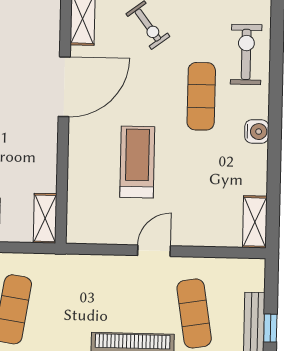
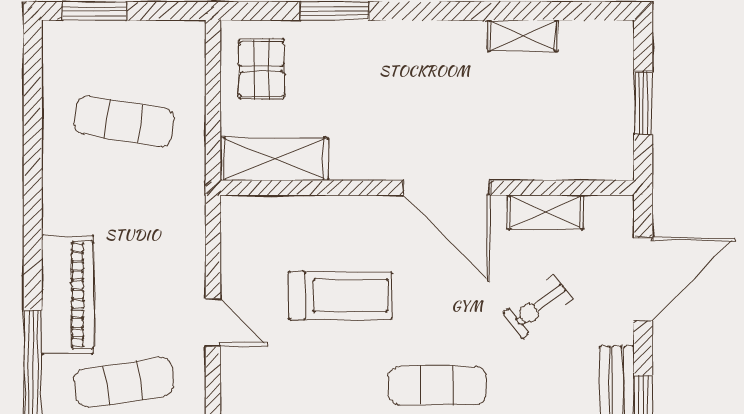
shelving: (45, 218) -> (274, 159), width x1.50, depth x1.33

